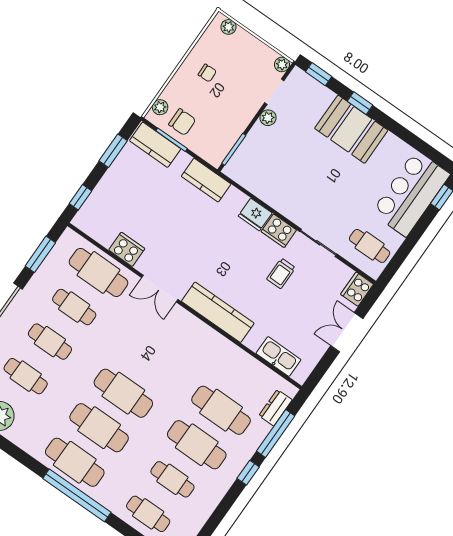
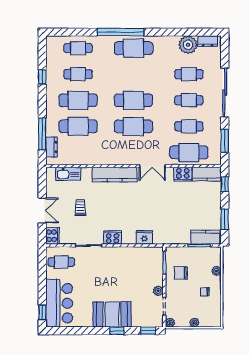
plant: (229, 27) -> (194, 323), moved
plant: (160, 107) -> (216, 271), moved
chair: (182, 122) -> (181, 273), moved
kitchen counter: (206, 180) -> (207, 174), moved, turned 180
fridge: (255, 214) -> (144, 237), moved
trolley: (281, 273) -> (80, 208), moved
double door: (160, 288) -> (152, 166), swing flipped
cafe table: (99, 428) -> (133, 126), moved
window: (248, 473) -> (42, 77), moved

